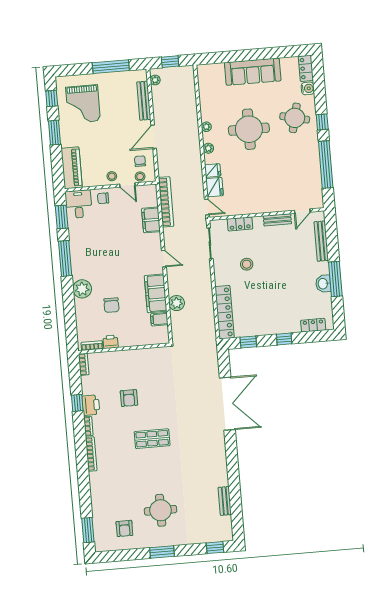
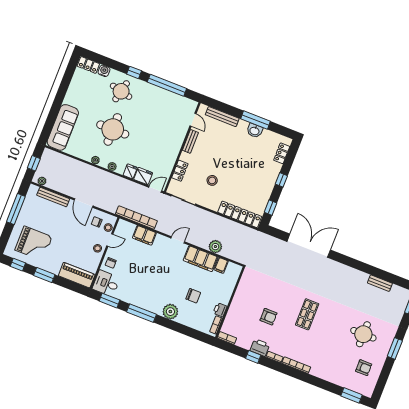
sofa: (253, 72) -> (63, 127), moved

